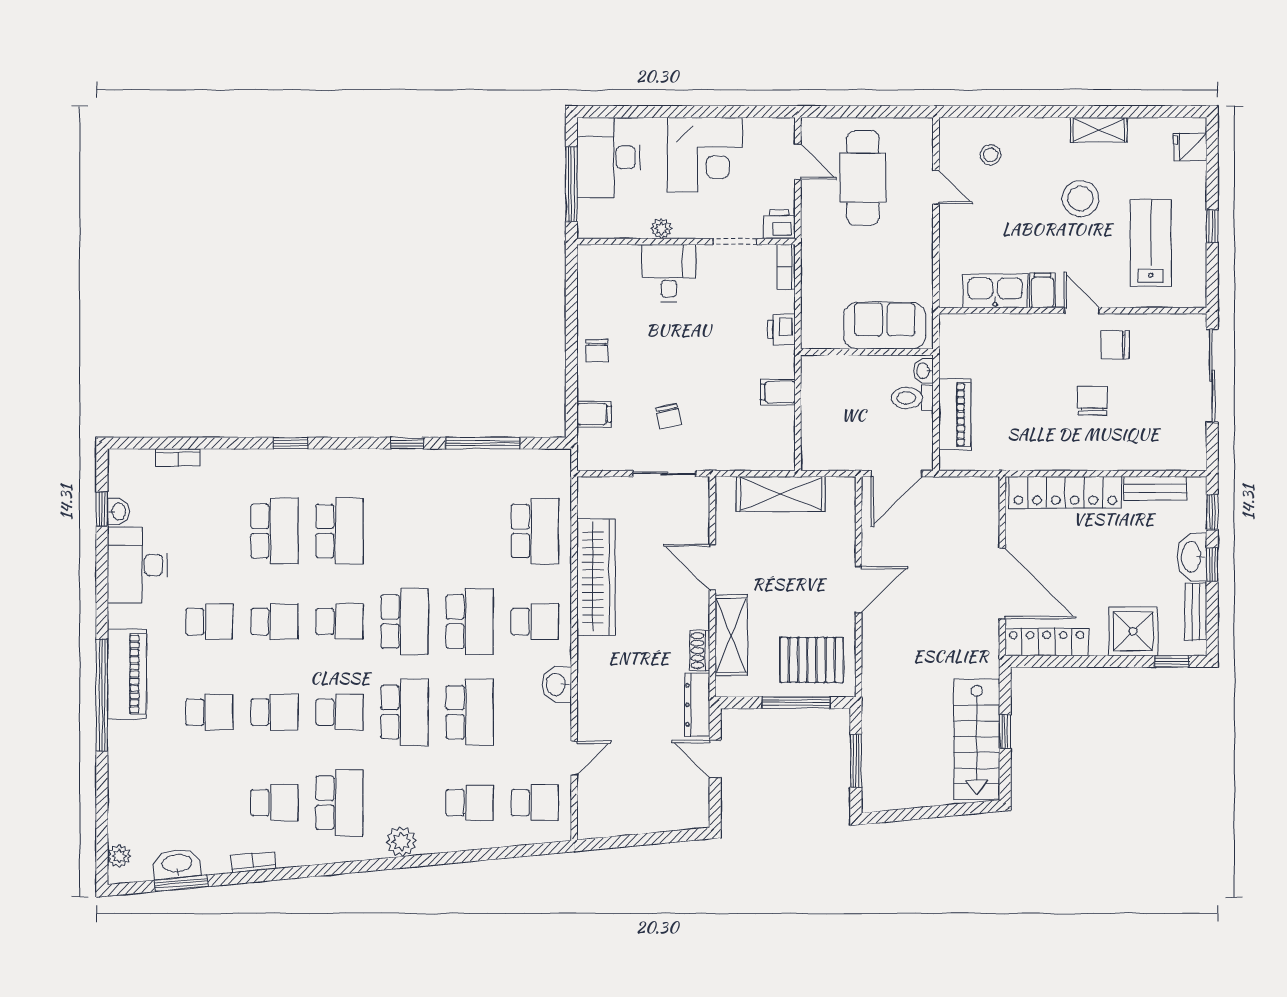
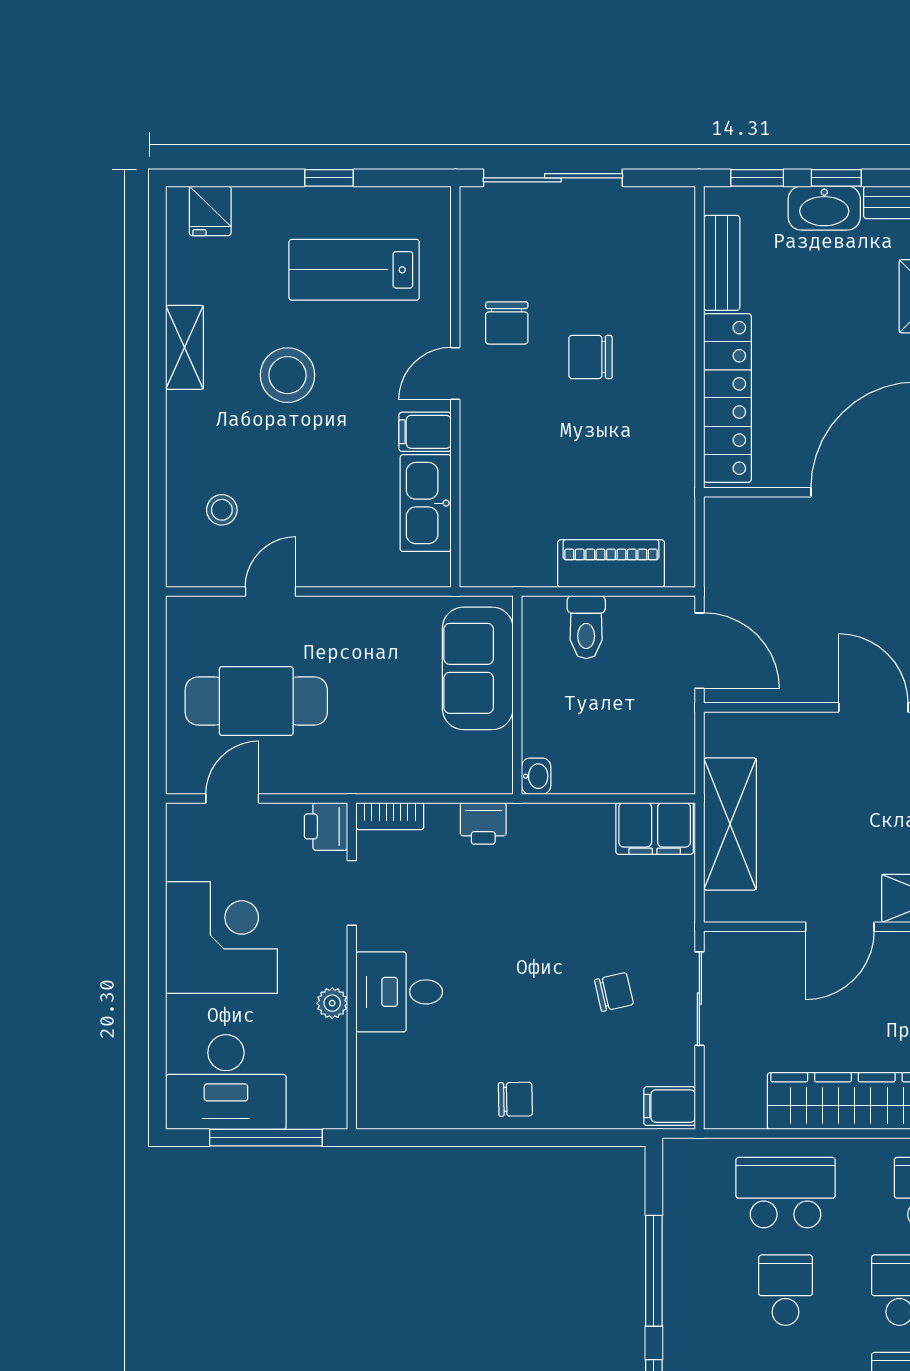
washbasin: (923, 371) -> (536, 776), moved, turned -90
filing cabinet: (778, 392) -> (655, 828), moved, width x2.00
filing cabinet: (594, 414) -> (670, 1106), moved, turned -90
school desk: (470, 531) -> (786, 1290), added

